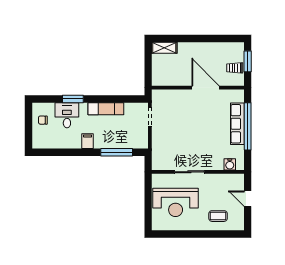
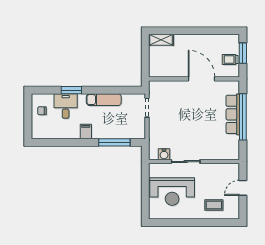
water cooler: (230, 164) -> (164, 154), moved
door: (248, 199) -> (243, 188), hinge flipped

